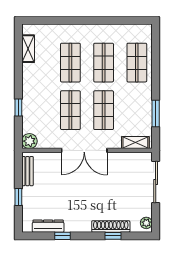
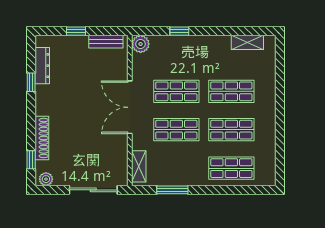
window: (113, 236) -> (31, 160), moved

